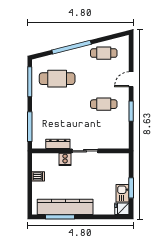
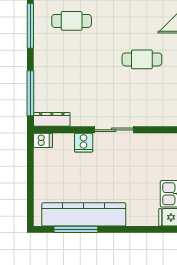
cafe table: (57, 79) -> (72, 21), width x0.73, depth x0.74
dresser: (58, 144) -> (52, 119), moved
dishwasher: (38, 176) -> (43, 140), moved

